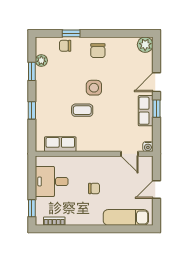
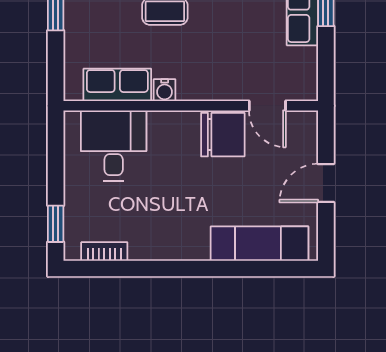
water cooler: (148, 147) -> (165, 90), moved
desk: (52, 181) -> (114, 146), moved, turned 90
chair: (94, 188) -> (223, 135), moved, width x1.87, depth x1.87

